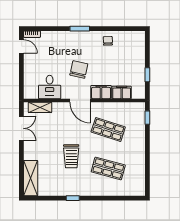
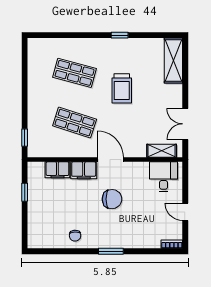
door: (21, 46) -> (185, 212), moved
chair: (79, 69) -> (112, 199), turned -103
desk: (50, 87) -> (163, 177), moved
trolley: (71, 156) -> (122, 88), turned 180

